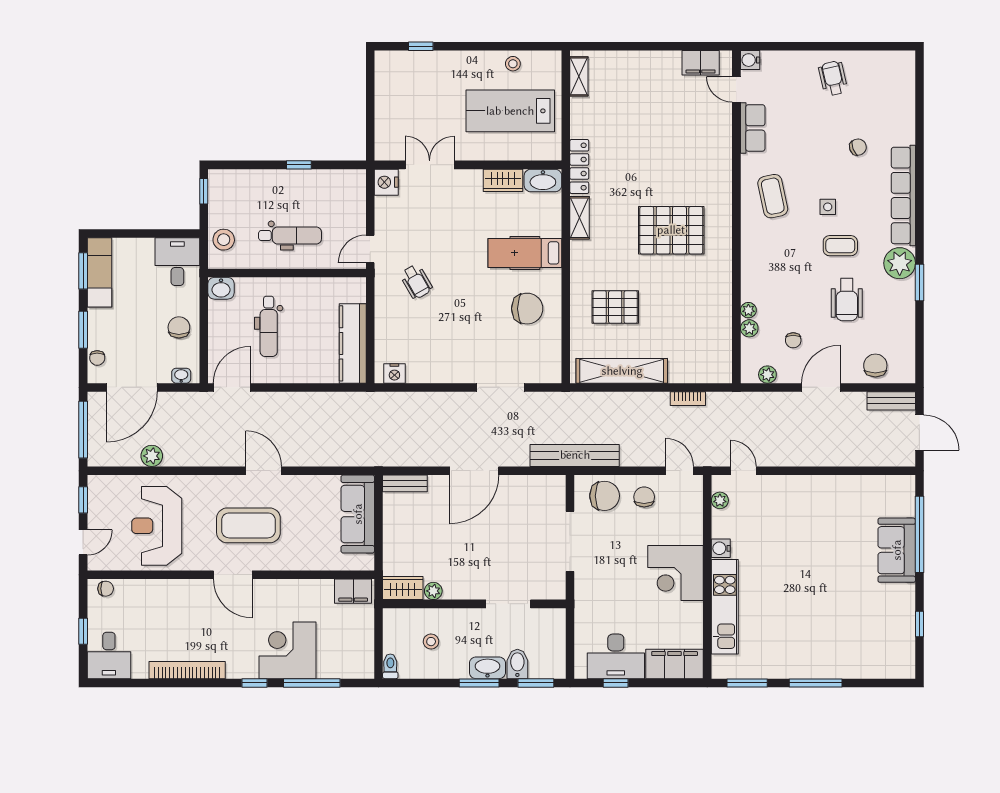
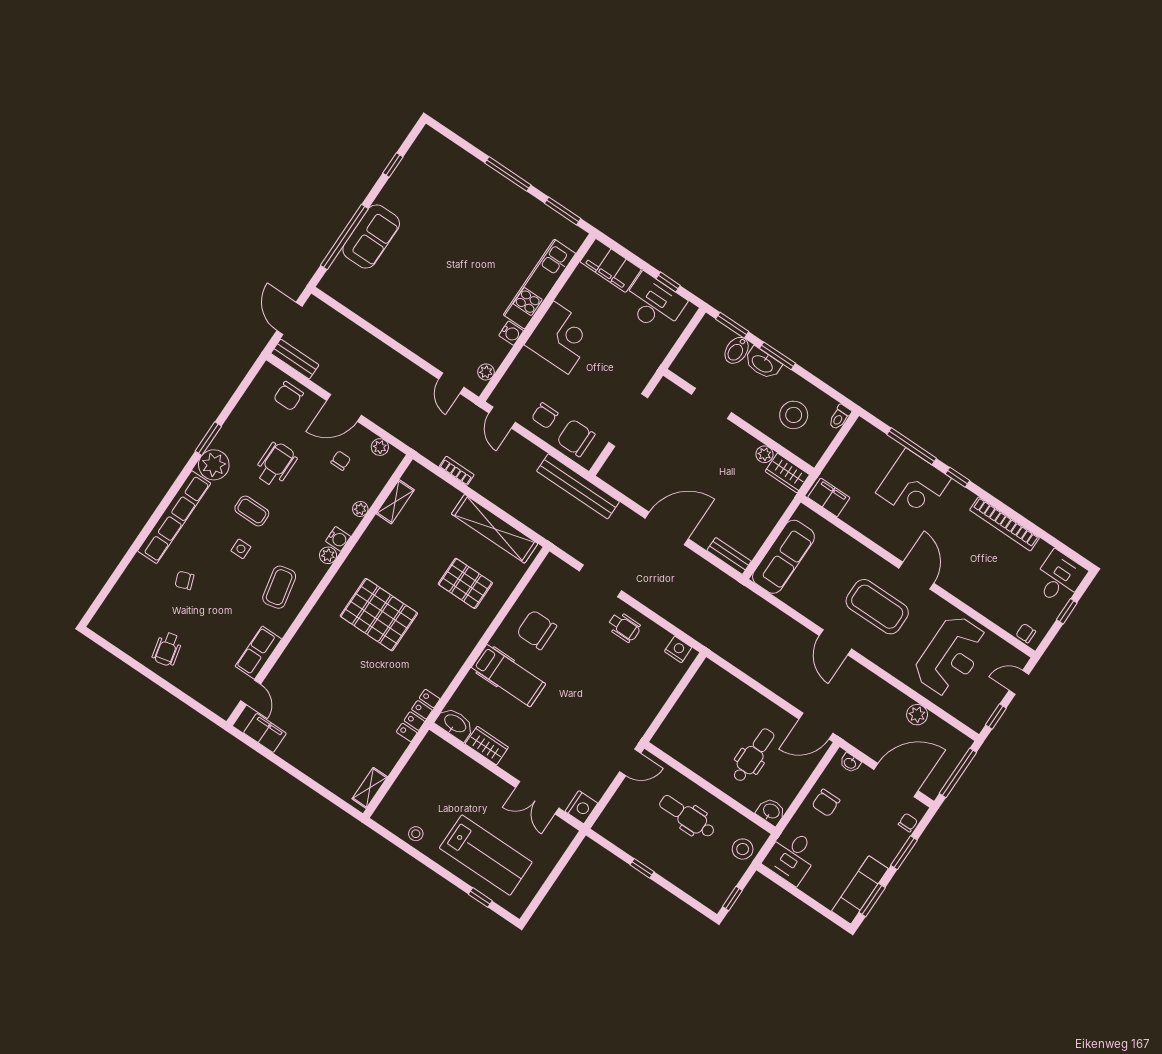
water cooler: (750, 60) -> (338, 539), moved
lab bench: (510, 111) -> (486, 855), moved
shelving: (580, 218) -> (395, 502), moved
wheelchair: (416, 282) -> (624, 627), moved, turned 120
plant: (749, 328) -> (328, 555), moved
kitchen counter: (353, 343) -> (695, 696), removed
stool: (431, 642) -> (794, 415), width x1.89, depth x1.89

